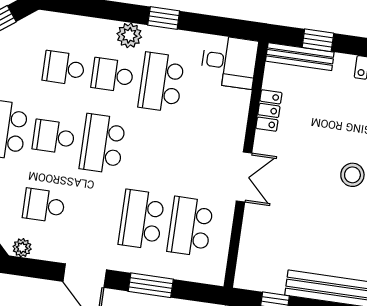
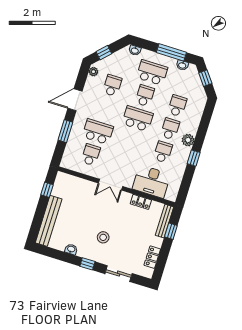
desk: (229, 62) -> (152, 181), moved, width x1.37
school desk: (161, 82) -> (163, 152), width x0.54
school desk: (190, 227) -> (91, 155), width x0.54

